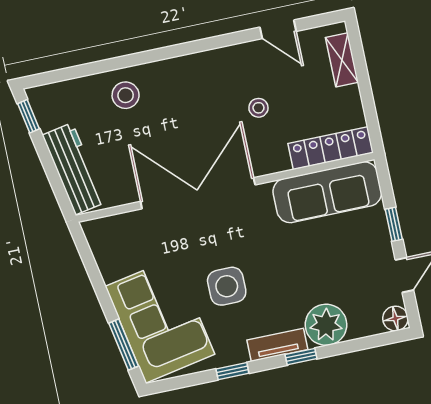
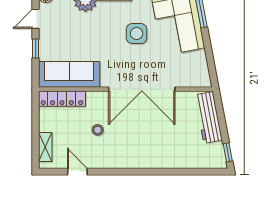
stool: (126, 95) -> (171, 153), removed

